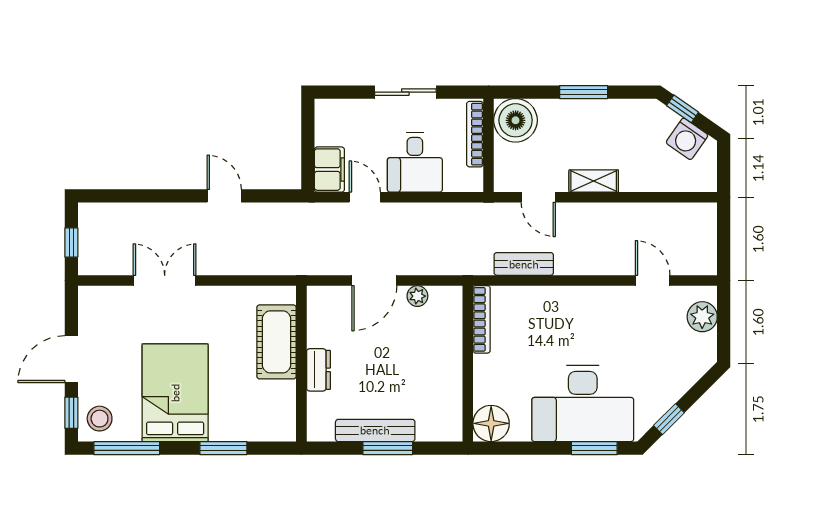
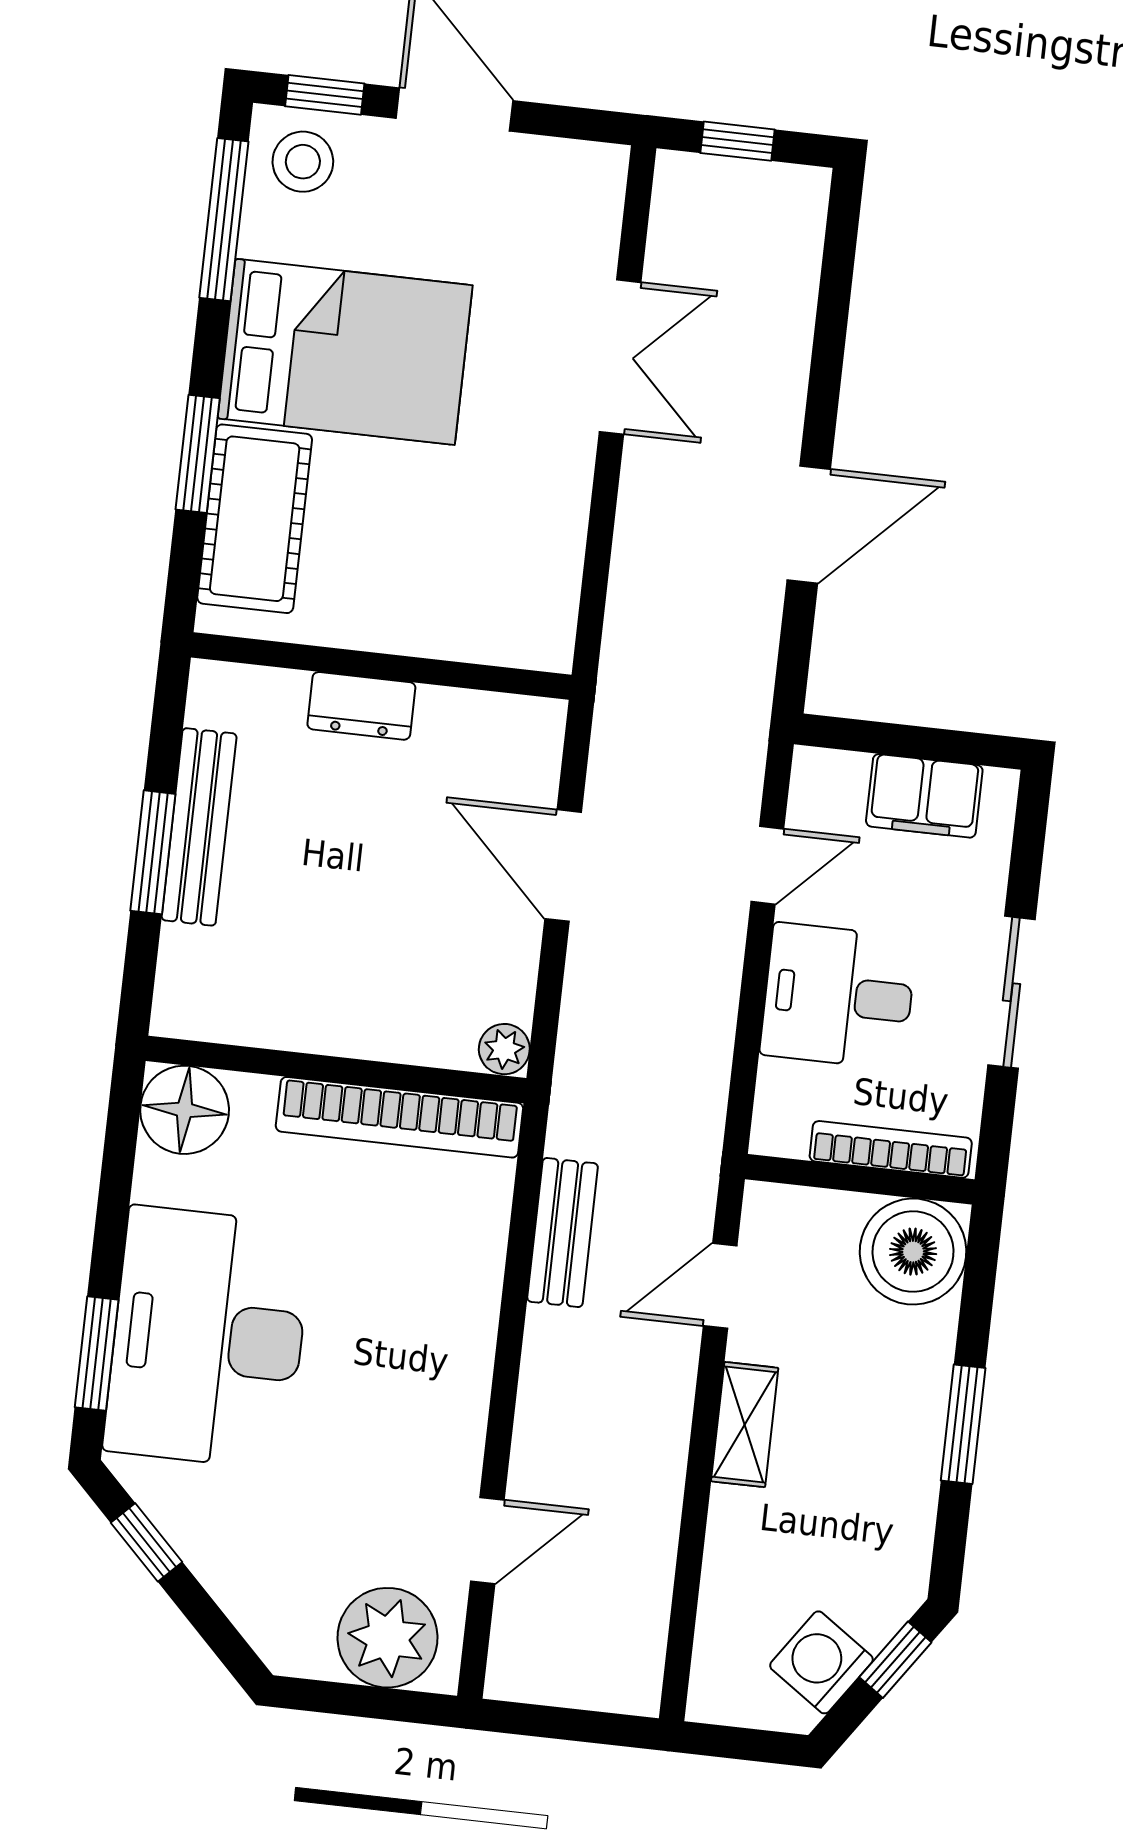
filing cabinet: (329, 170) -> (924, 796), moved
door: (224, 196) -> (809, 524), width x1.38
plant: (417, 296) -> (504, 1049), moved
plant: (702, 317) -> (387, 1638), width x1.36, depth x1.36
bookcase: (482, 319) -> (399, 1117), width x1.48, depth x1.31
cot: (276, 342) -> (255, 519), moved, turned 90

